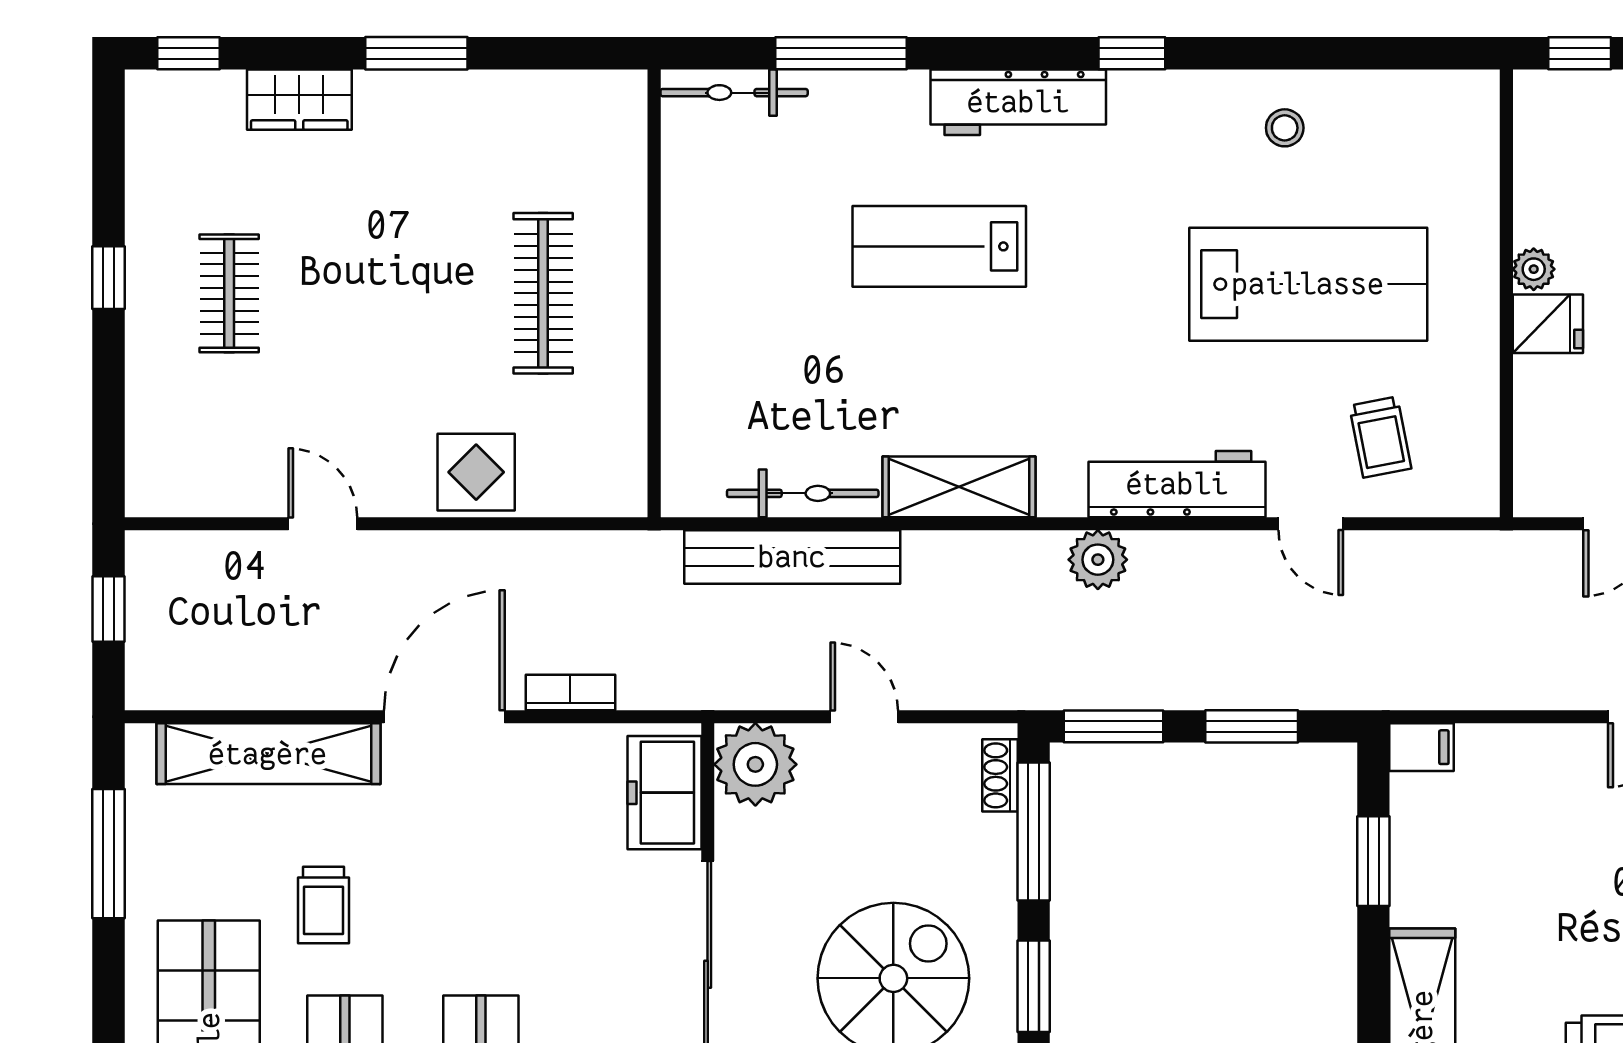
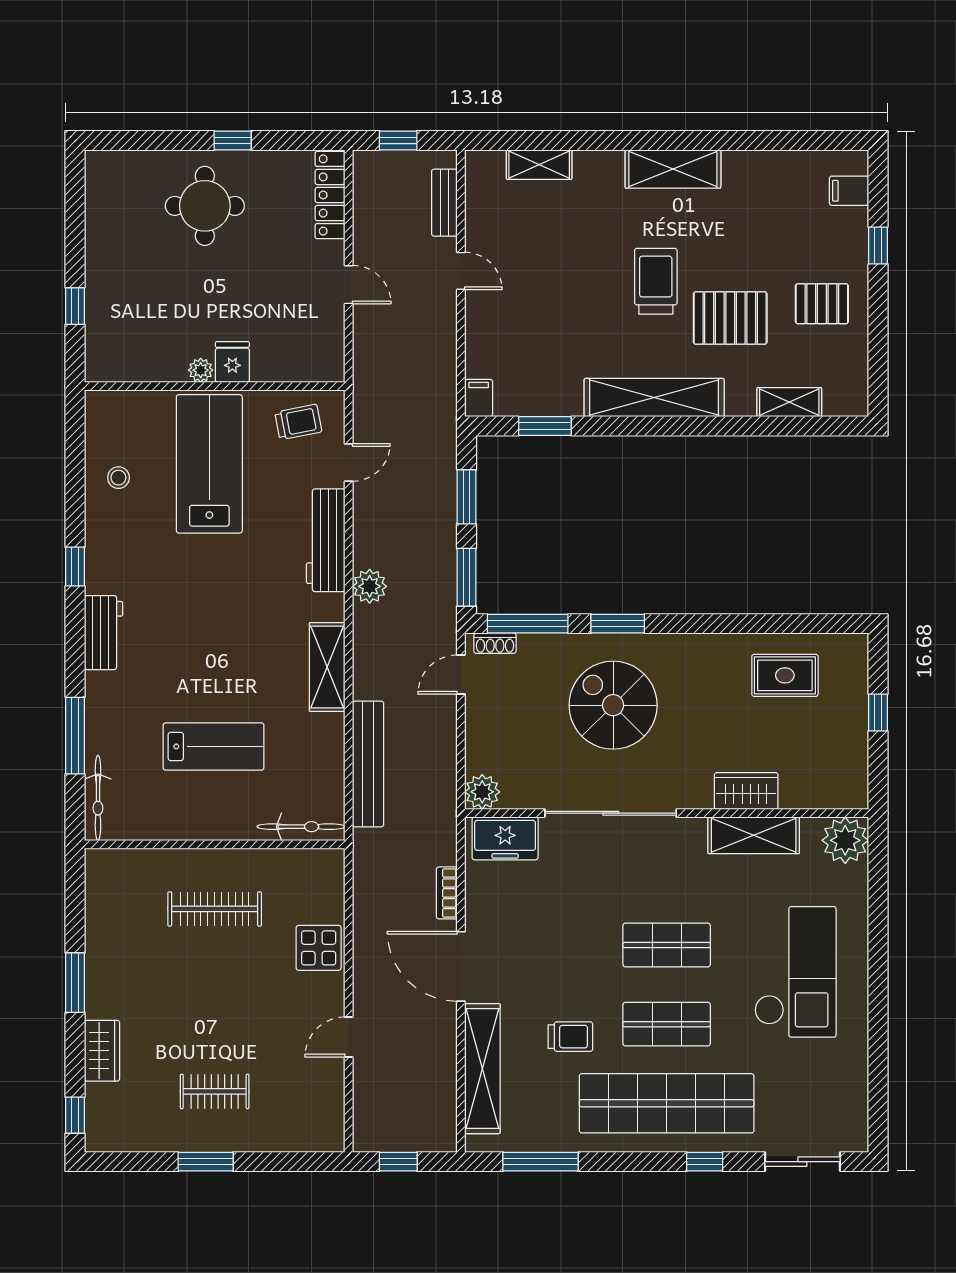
workbench: (1018, 102) -> (104, 633), width x0.73
lab bench: (939, 246) -> (214, 746), moved, turned -90
plant: (1534, 269) -> (201, 370), moved
window: (108, 278) -> (206, 1162), width x1.50
wall: (1506, 293) -> (215, 386), moved
fridge: (1548, 324) -> (232, 362), moved
bicycle: (803, 493) -> (301, 827), moved, turned 90
door: (864, 717) -> (461, 675), moved
plant: (755, 764) -> (482, 792), width x0.73, depth x0.73

